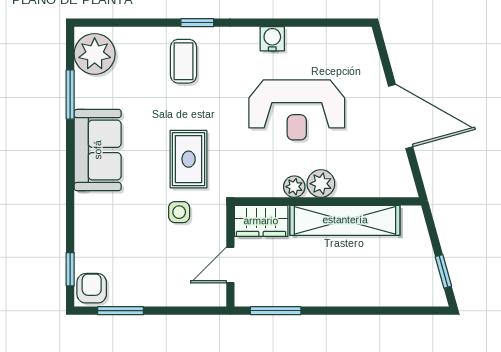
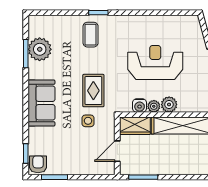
water cooler: (272, 39) -> (140, 105), moved, turned 180
plant: (95, 54) -> (40, 49), moved
reception desk: (297, 110) -> (155, 62), turned 180
sofa: (98, 150) -> (41, 103), moved

